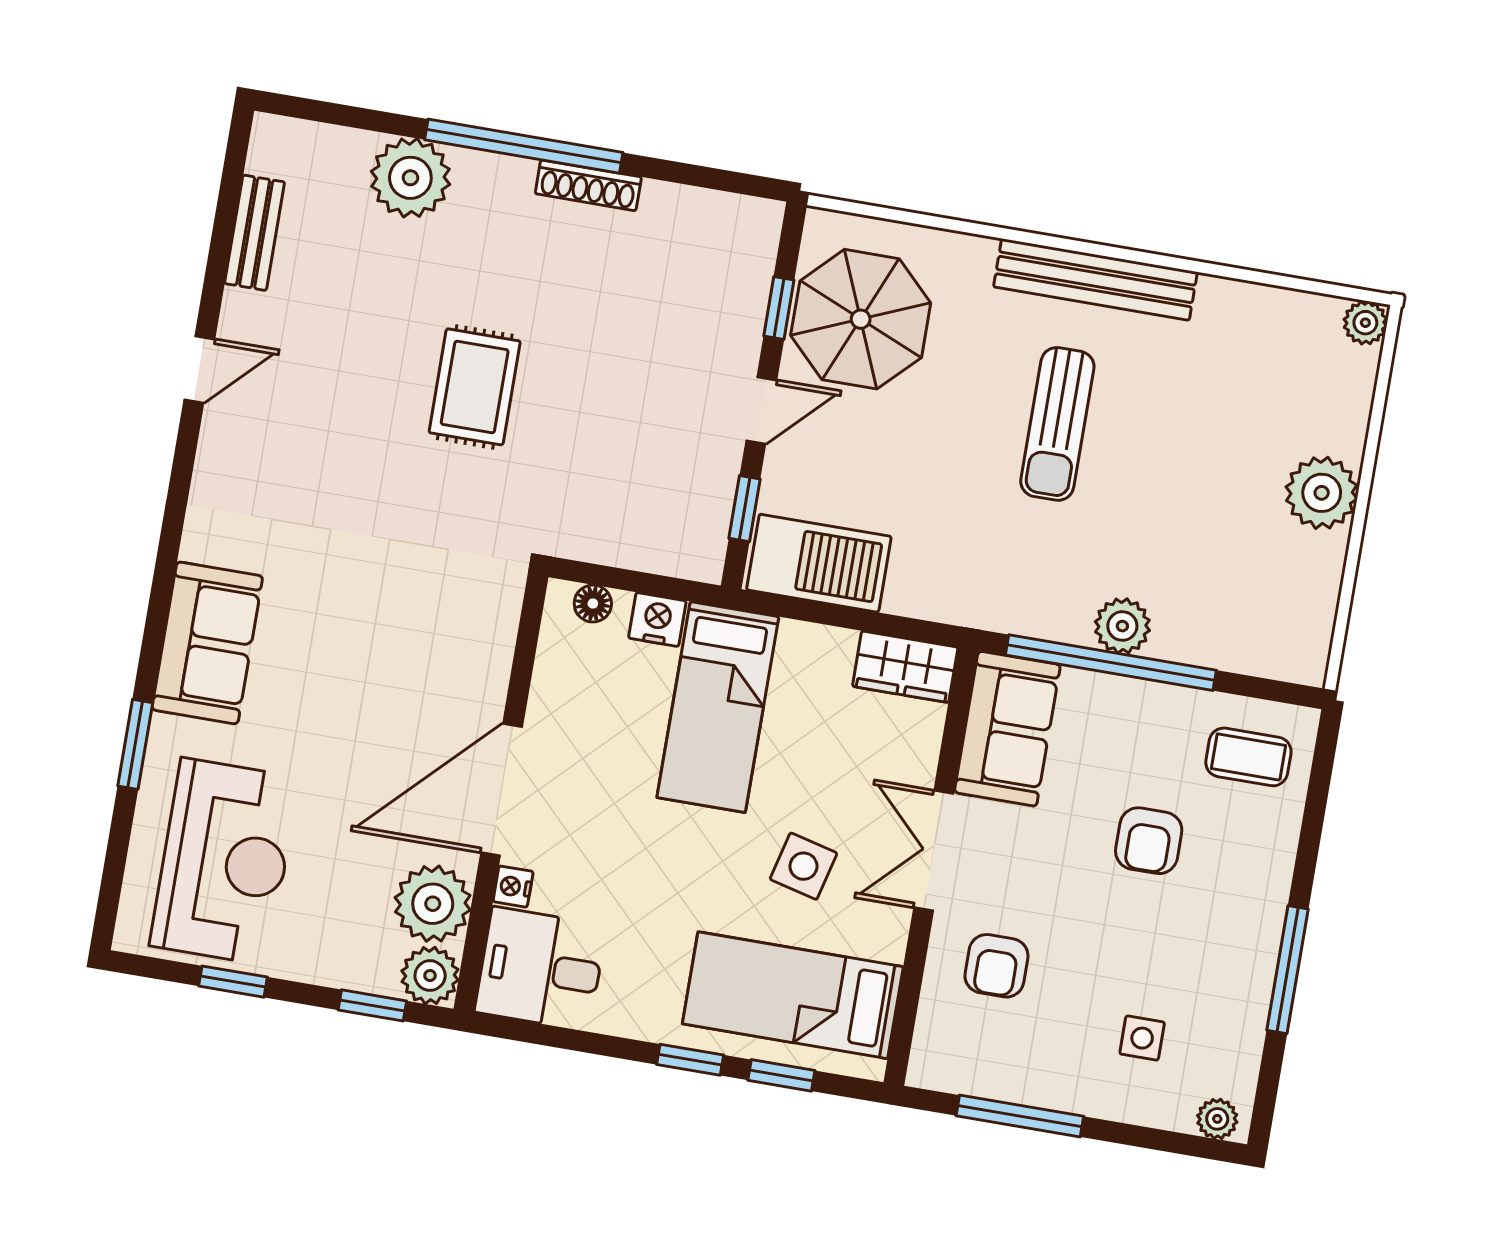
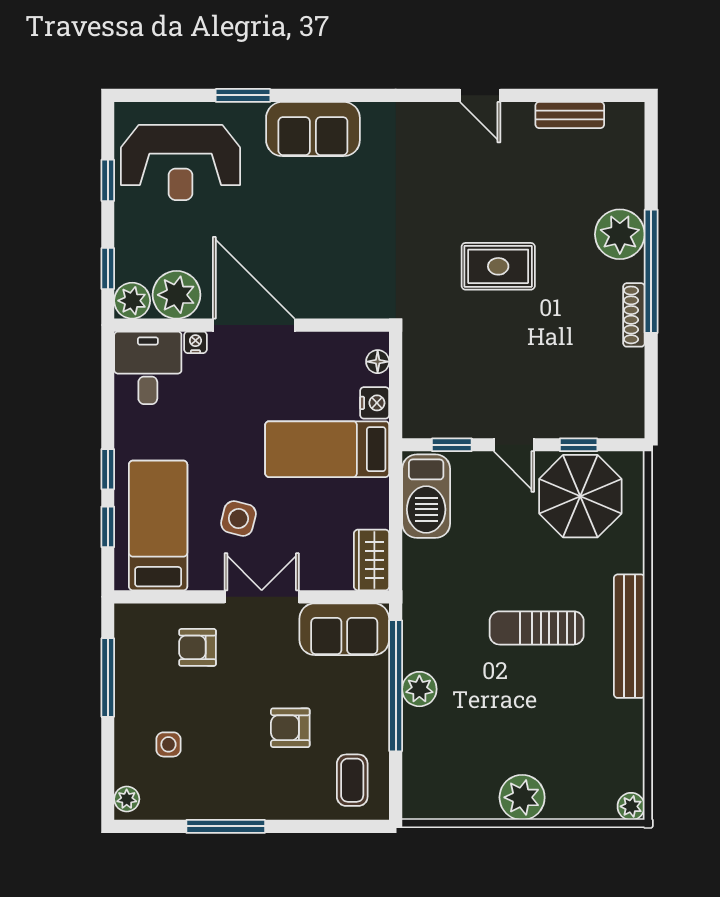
plant: (410, 178) -> (620, 234), moved

